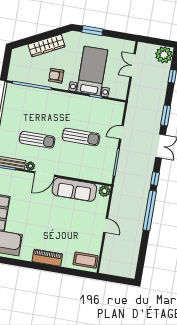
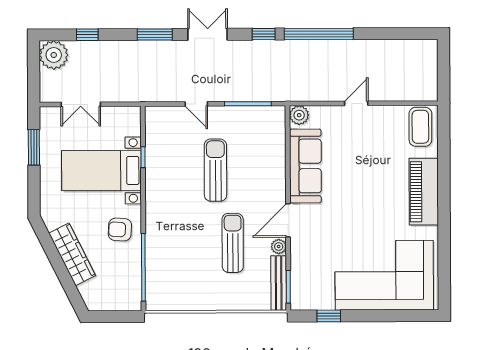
window: (92, 31) -> (34, 147), moved
armchair: (56, 76) -> (120, 229), turned 93
door: (45, 174) -> (288, 220), swing flipped
piano: (47, 258) -> (424, 192), width x1.37, depth x1.33

